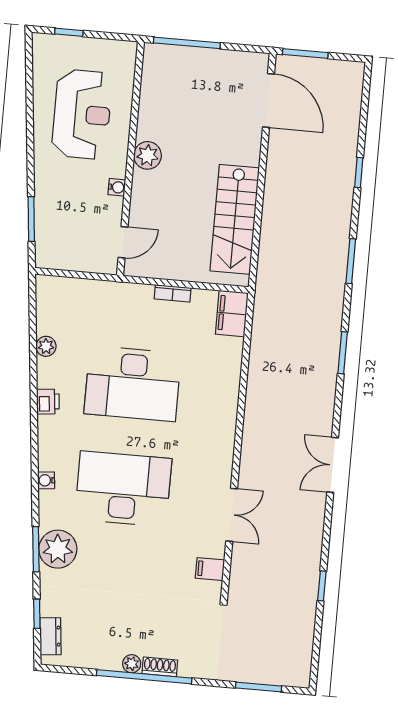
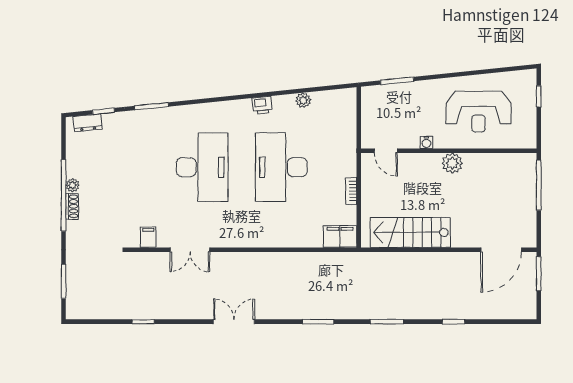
water cooler: (46, 480) -> (203, 109), removed
plant: (58, 549) -> (153, 123), removed

